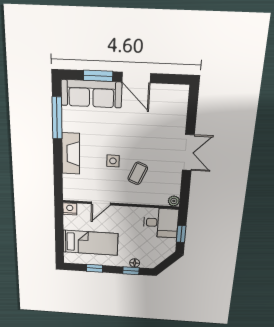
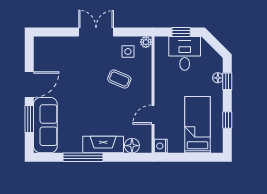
window: (57, 118) -> (83, 157), moved
side table: (113, 161) -> (128, 52), moved
floor lamp: (70, 182) -> (132, 146), added
door: (101, 203) -> (153, 115), swing flipped
desk: (161, 223) -> (185, 53), moved

